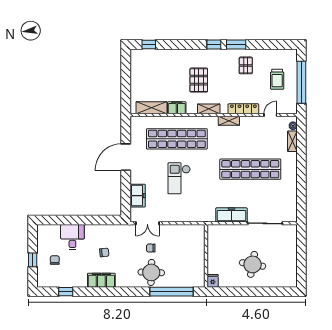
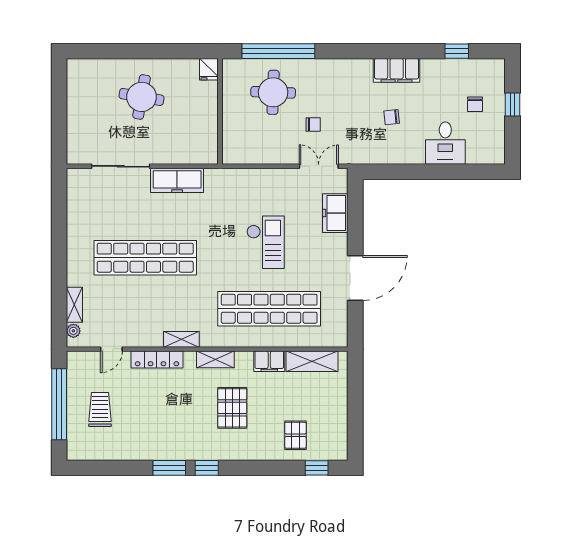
pallet: (246, 65) -> (295, 435), moved
round table: (151, 272) -> (273, 92), moved

